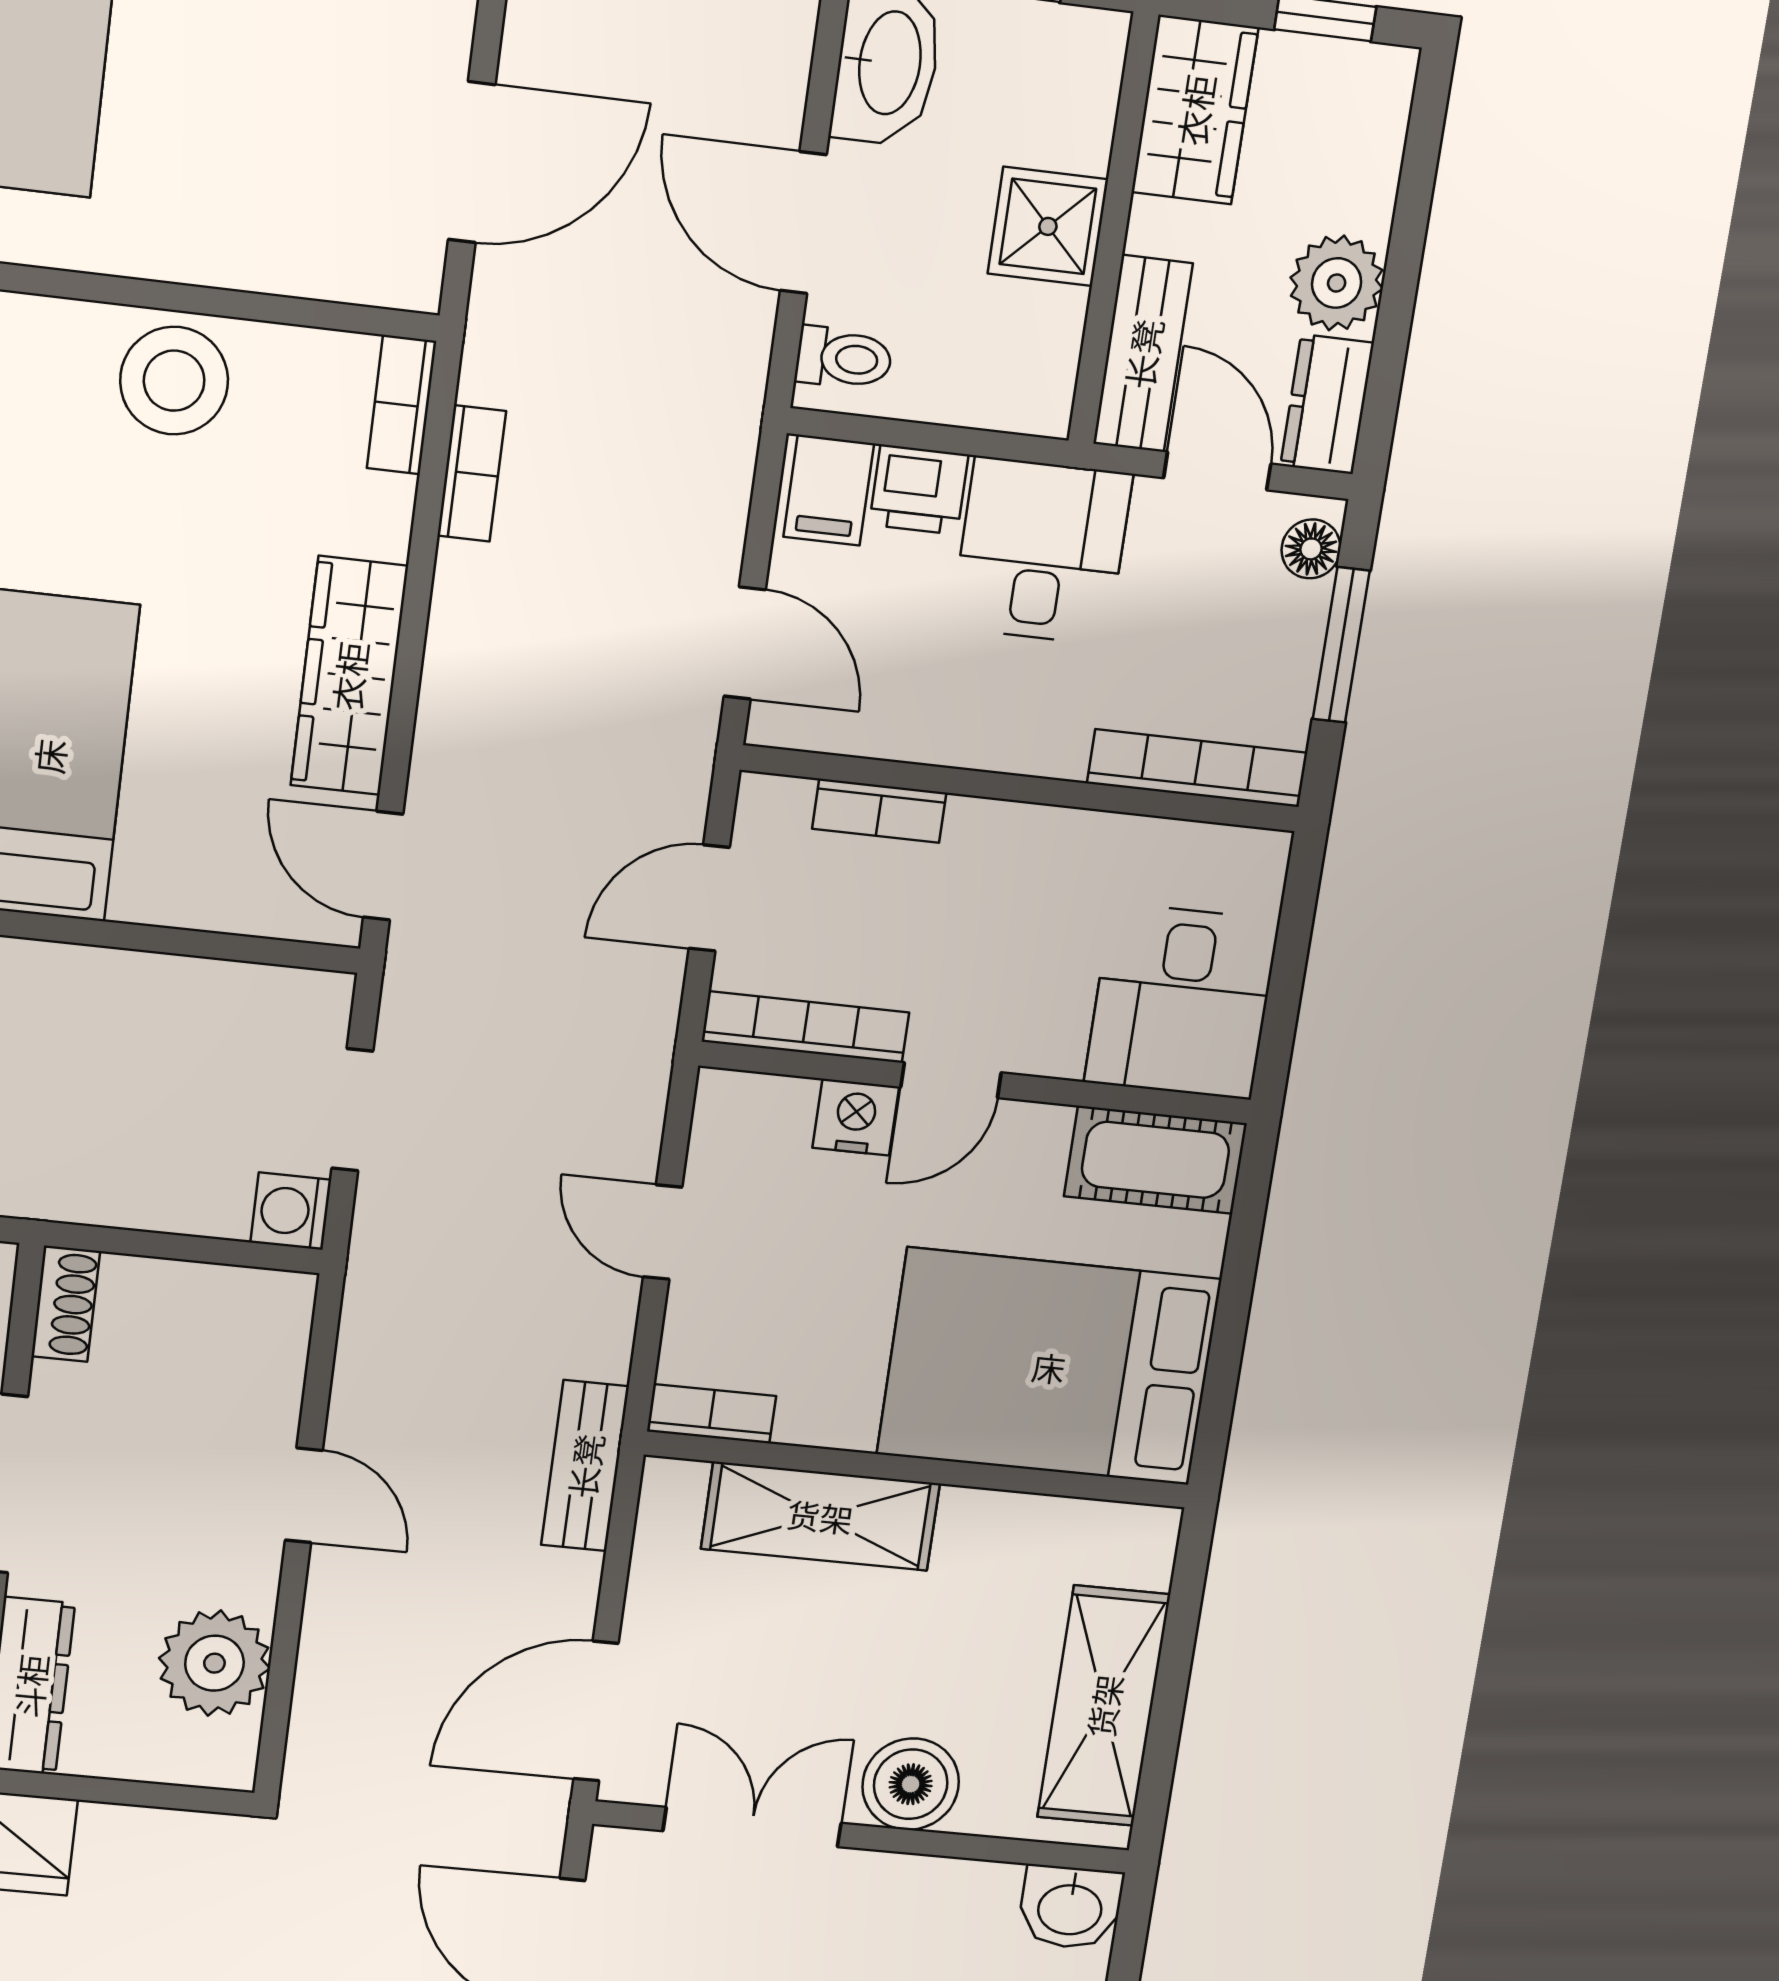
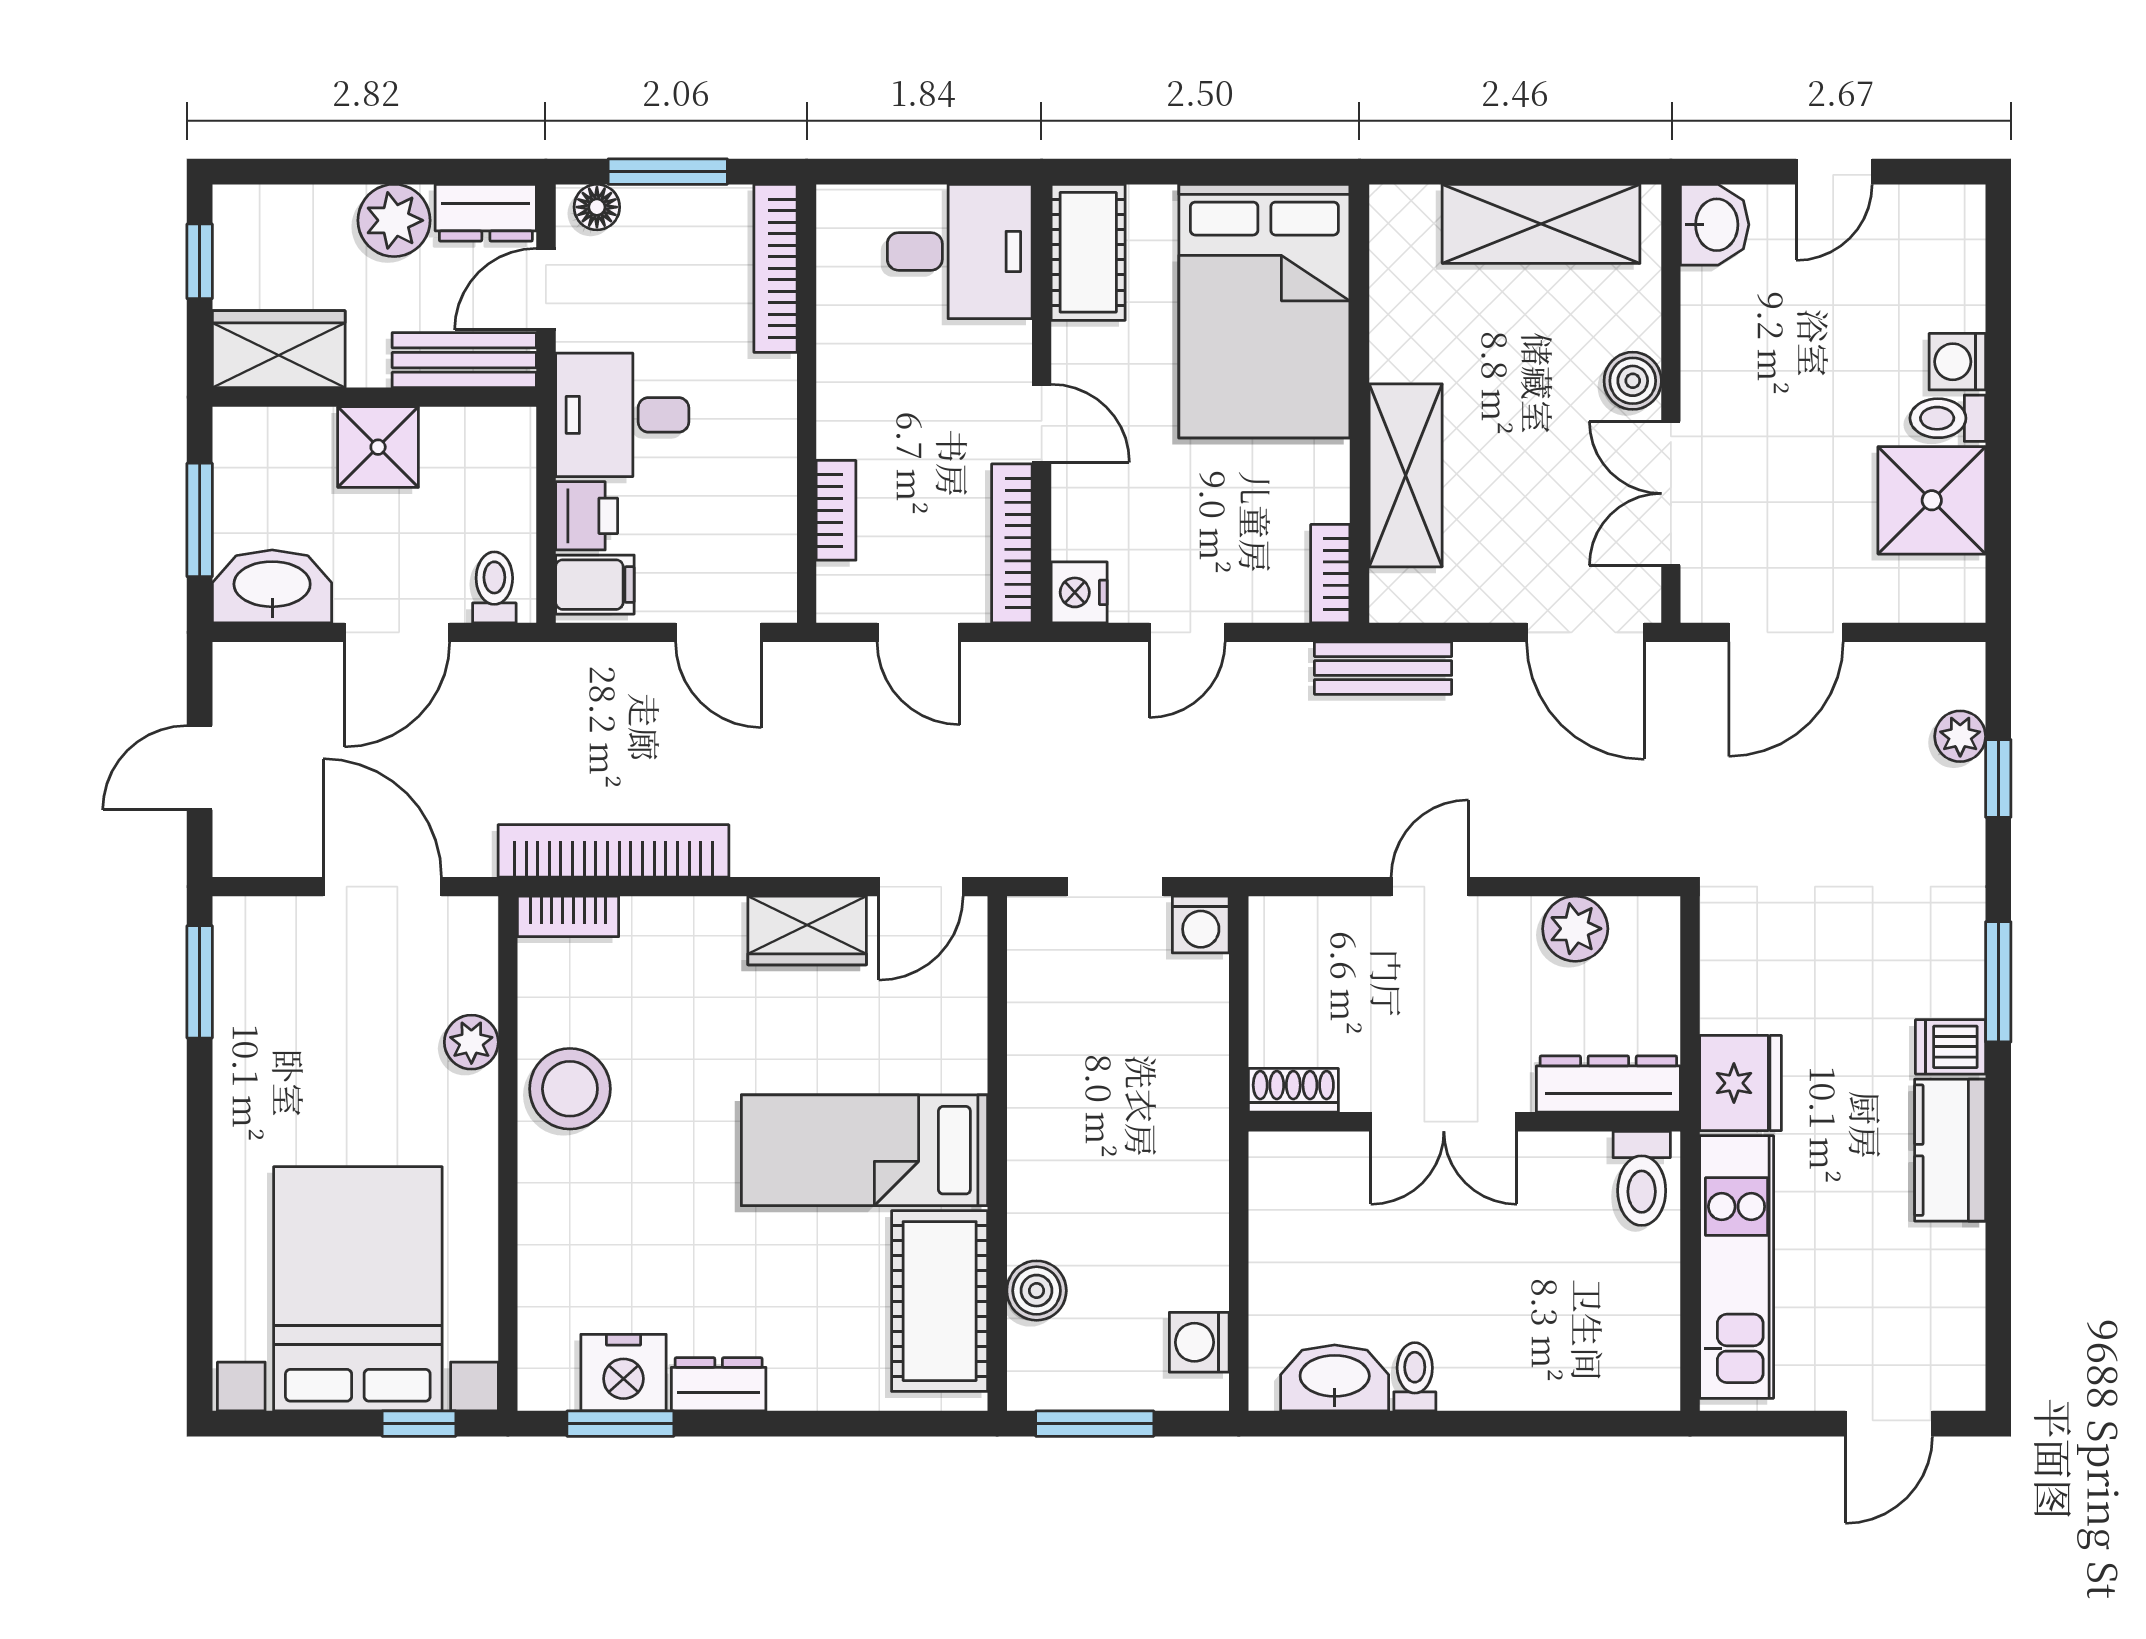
plant: (251, 257) -> (471, 1042), added
bookcase: (472, 473) -> (613, 851), width x2.31, depth x1.31
door: (745, 643) -> (718, 632), swing flipped
wardrobe: (349, 676) -> (807, 930), width x0.67
nightstand: (856, 1117) -> (1079, 592), moved
plant: (214, 1663) -> (1575, 929), width x0.73, depth x0.73
boiler: (911, 1784) -> (1633, 381), width x0.73, depth x0.73

